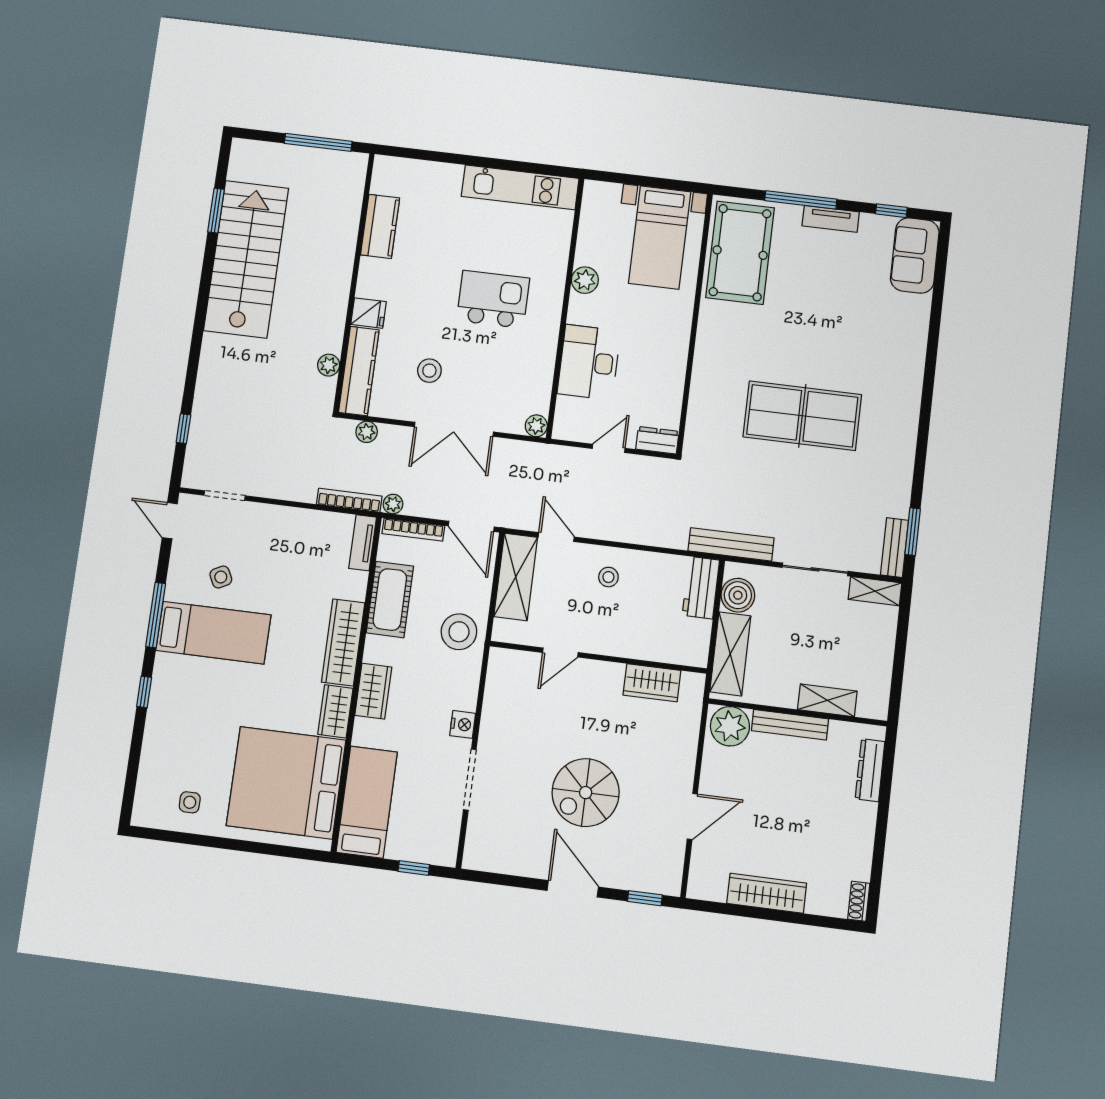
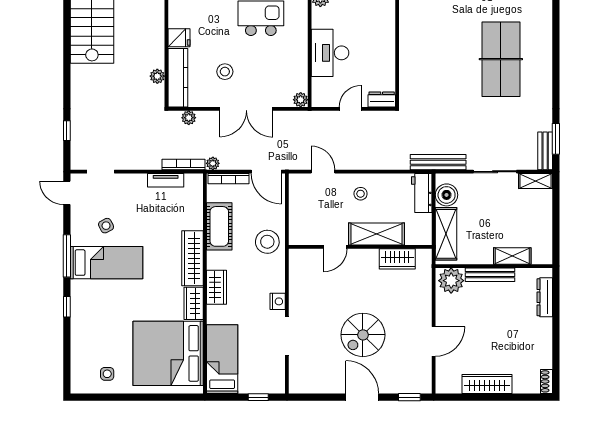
table tennis table: (802, 416) -> (501, 59), moved, turned 90
tv unit: (363, 543) -> (166, 180), moved, turned -90
shelving: (516, 577) -> (376, 234), moved, turned 90

